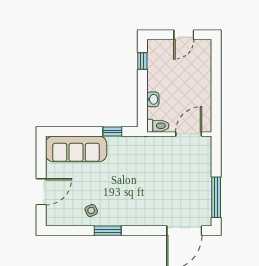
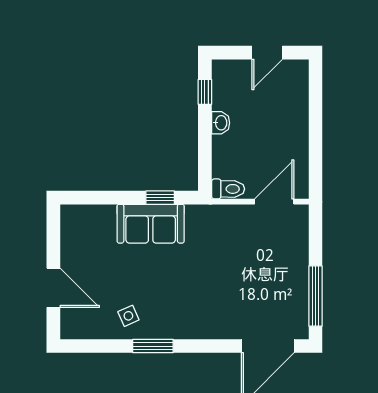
washbasin: (153, 99) -> (221, 123), moved
sofa: (76, 149) -> (151, 224), moved, width x0.73
door: (41, 192) -> (53, 288), hinge flipped

